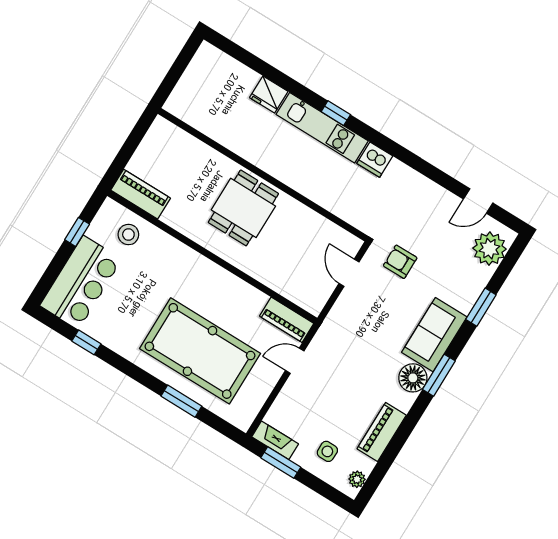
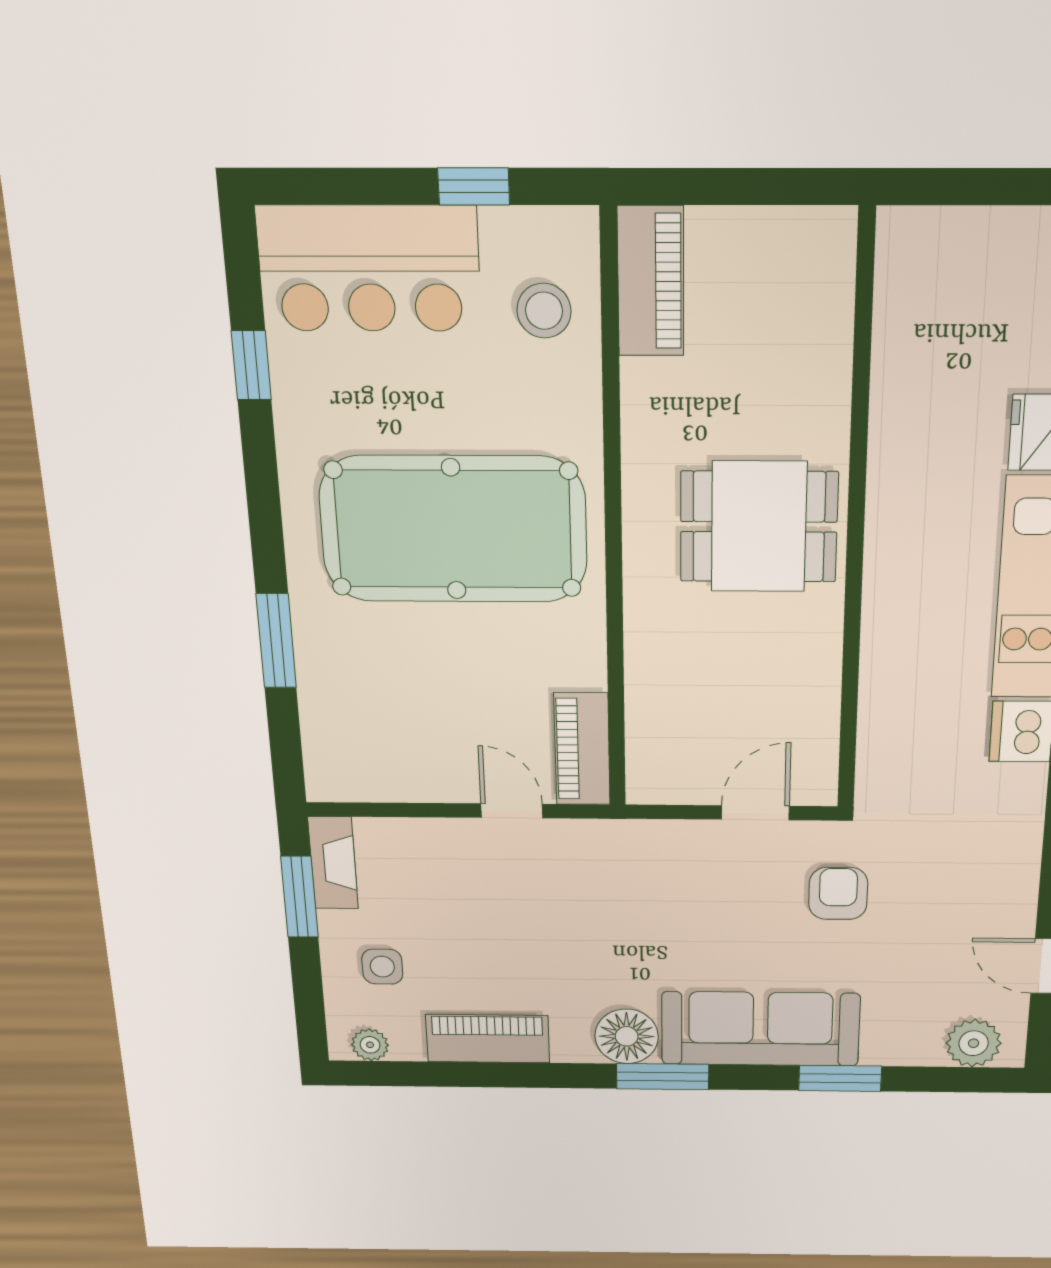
plant: (489, 249) -> (974, 1043), width x0.73, depth x0.73
sofa: (434, 335) -> (760, 1029), width x1.36
pool table: (200, 351) -> (454, 529), moved, turned 90

